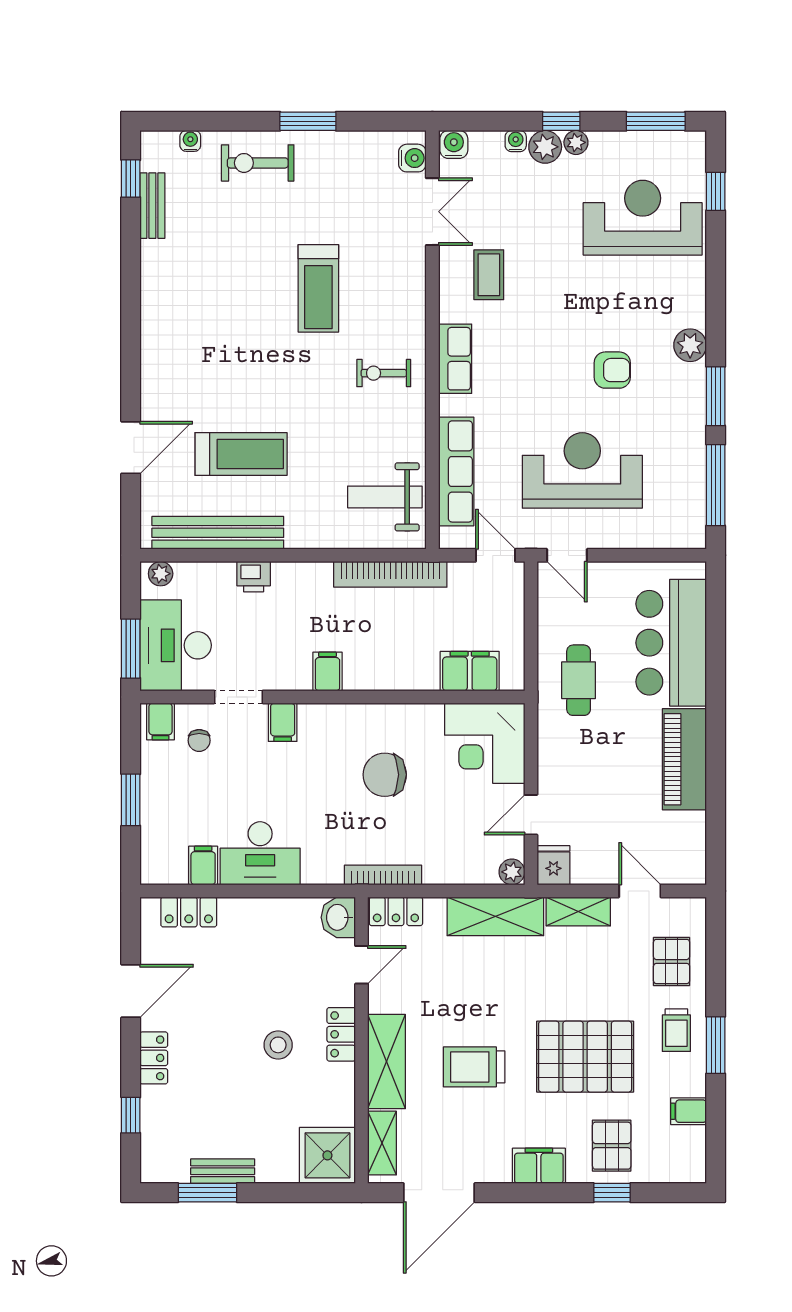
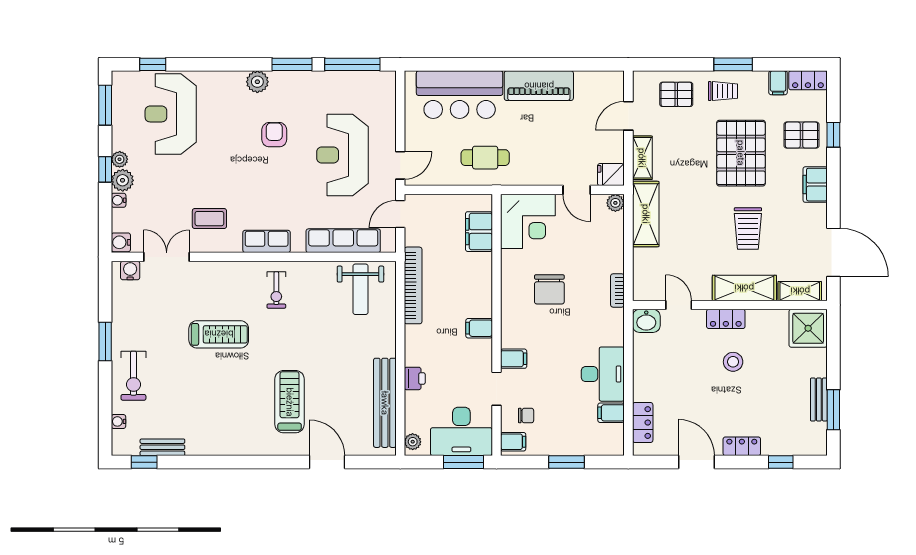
treadmill: (241, 454) -> (290, 402), moved
bookcase: (383, 875) -> (617, 290), width x0.64
locker: (396, 911) -> (808, 80), moved, turned 90

